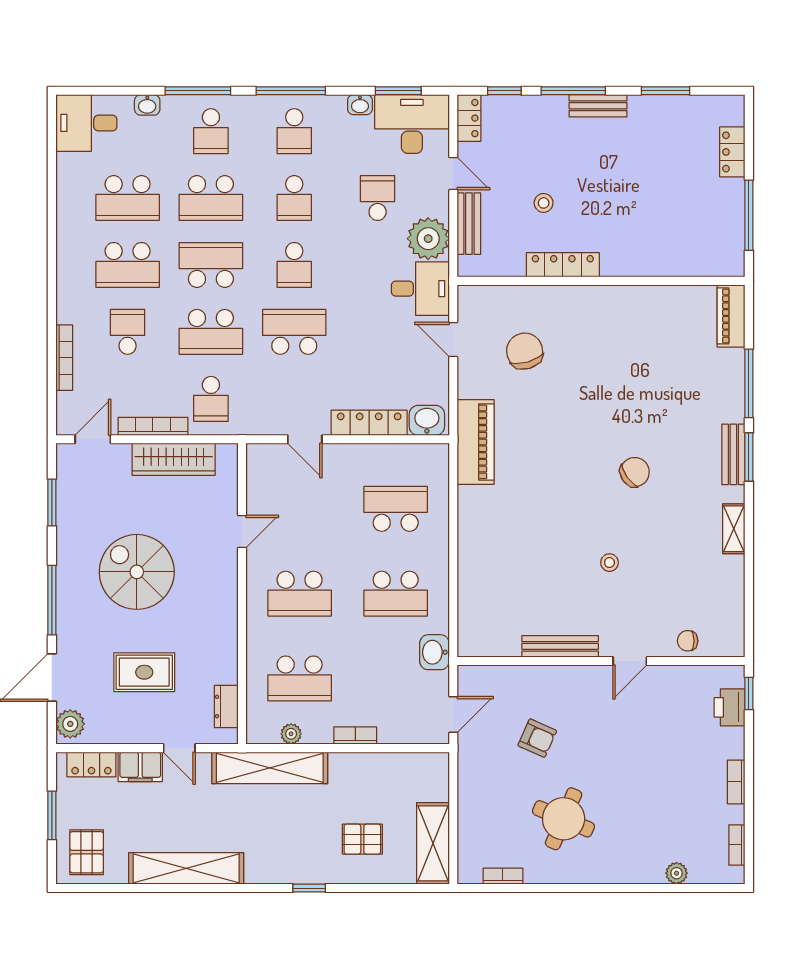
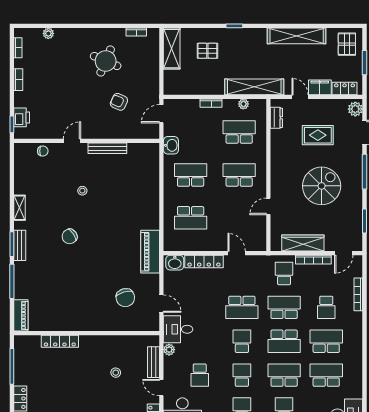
plant: (428, 239) -> (169, 350), width x0.53, depth x0.53
locker: (563, 265) -> (60, 341), moved
spiral stairs: (137, 572) -> (322, 186), turned -90

